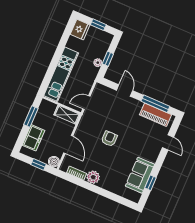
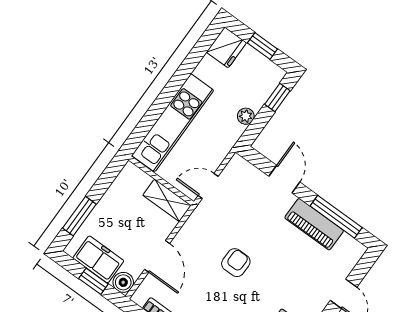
window: (108, 59) -> (277, 98), moved
piano: (156, 115) -> (314, 224), moved
window: (31, 117) -> (79, 216), moved
freezer: (33, 138) -> (98, 259), moved, turned -90

